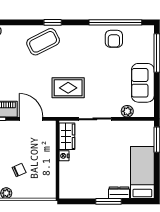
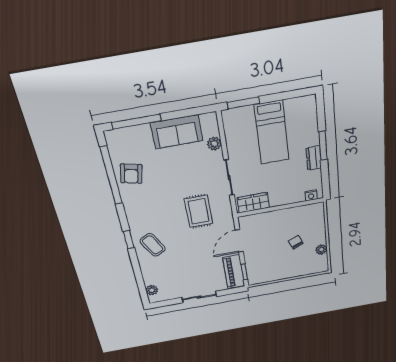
armchair: (114, 39) -> (131, 174), turned 103
coffee table: (43, 42) -> (153, 245), width x0.73, depth x0.77
nightstand: (64, 156) -> (311, 195), moved
bed: (142, 172) -> (272, 133), moved, turned -90
dresser: (119, 193) -> (314, 158), moved

